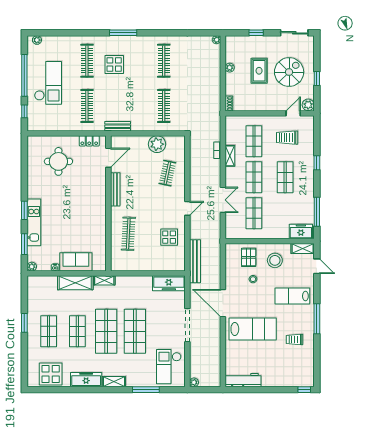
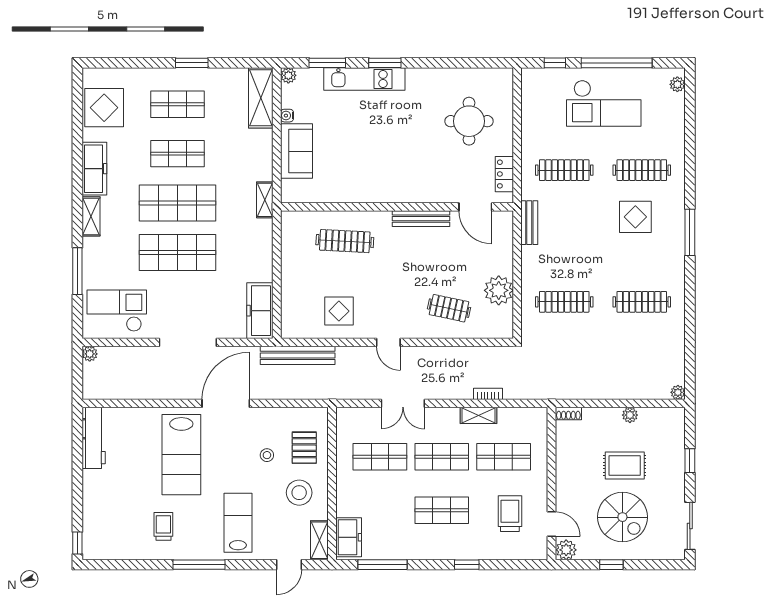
pallet: (249, 257) -> (304, 448), turned 90
shelving: (75, 283) -> (261, 98), moved

